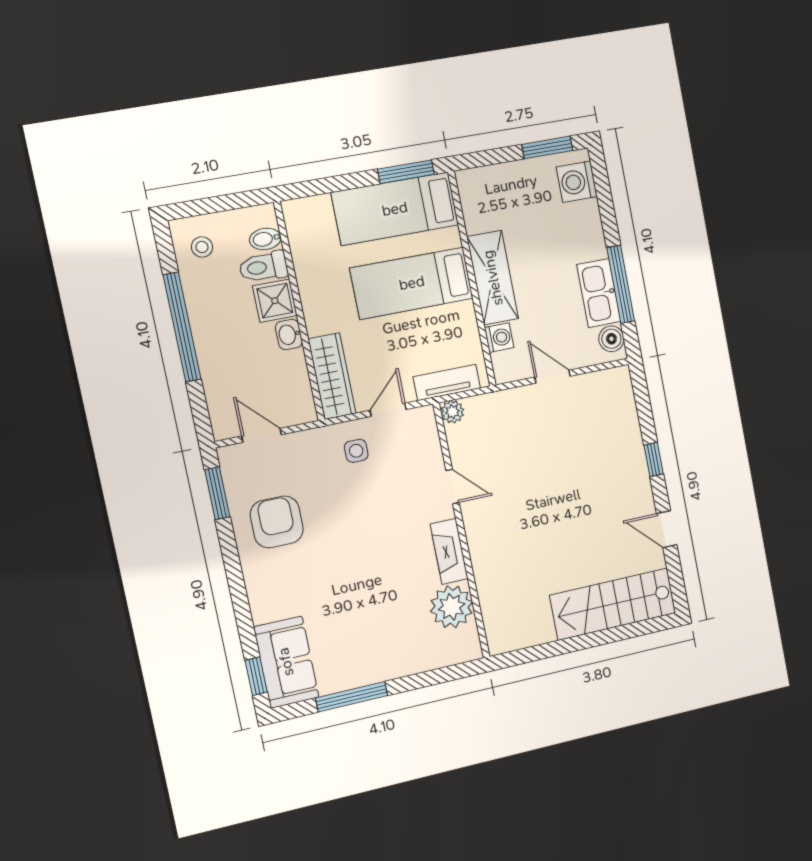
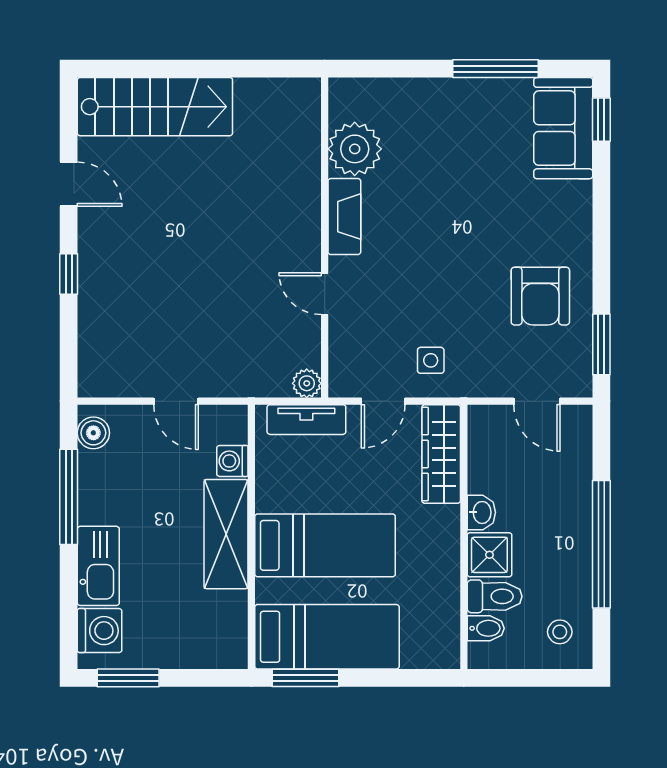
kitchen sink: (599, 293) -> (98, 566), moved

